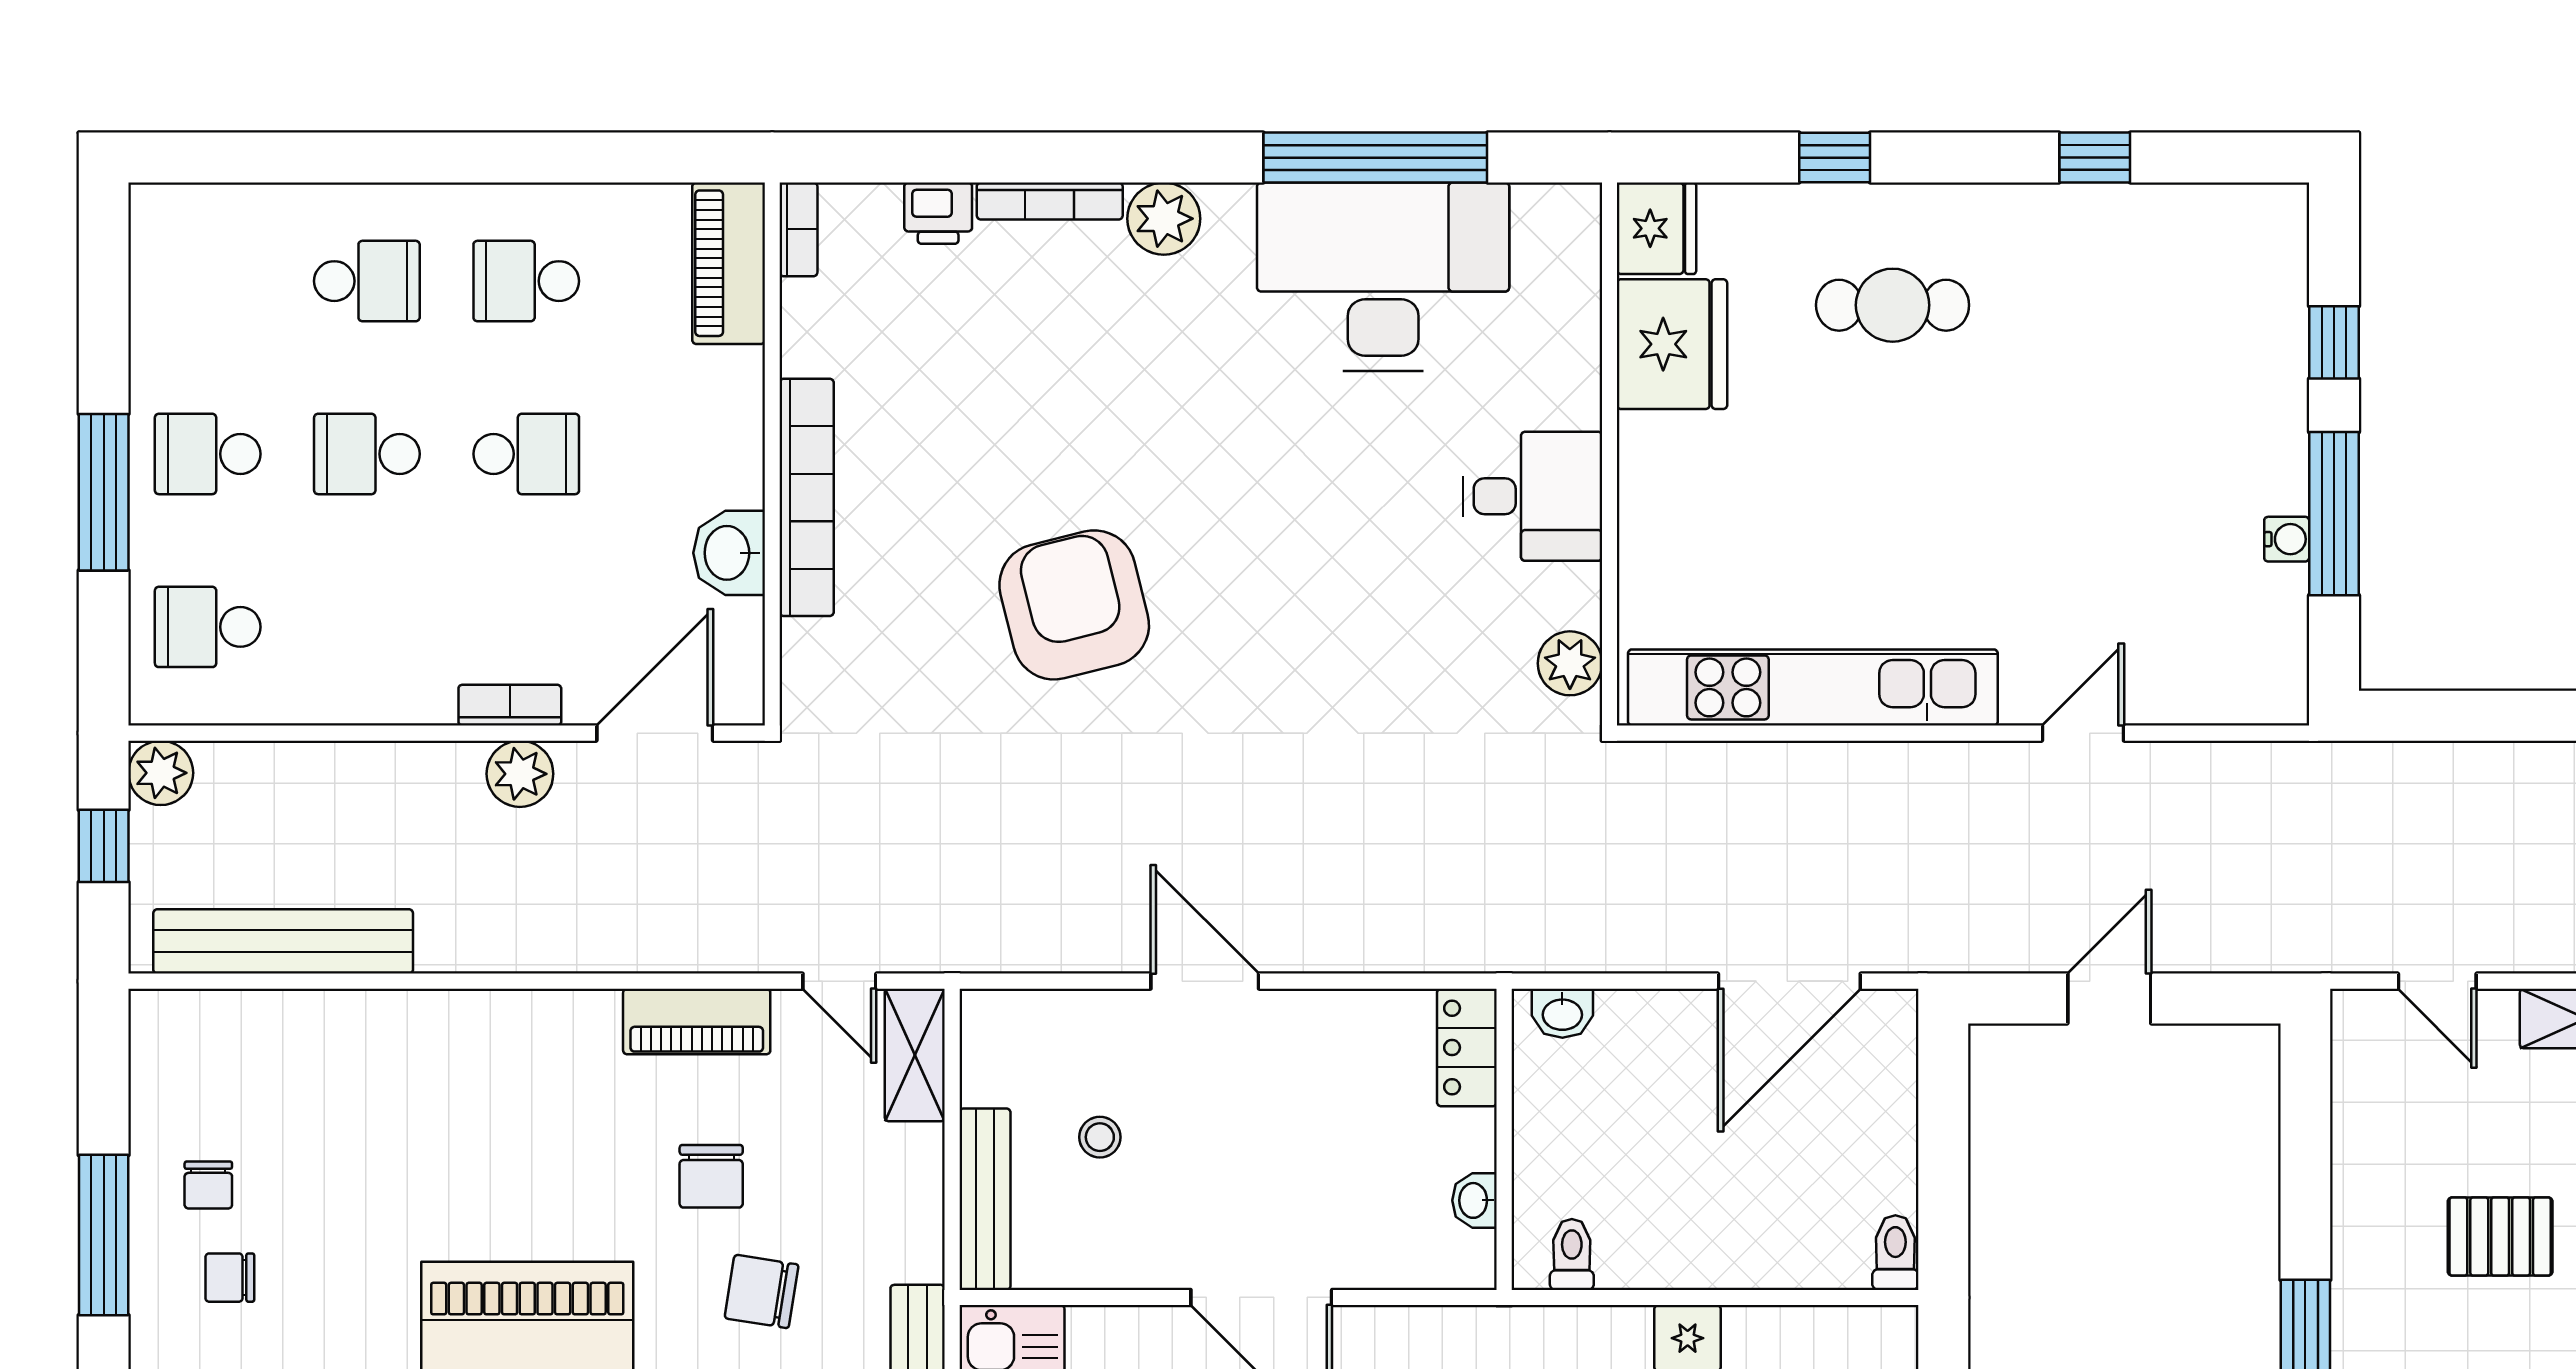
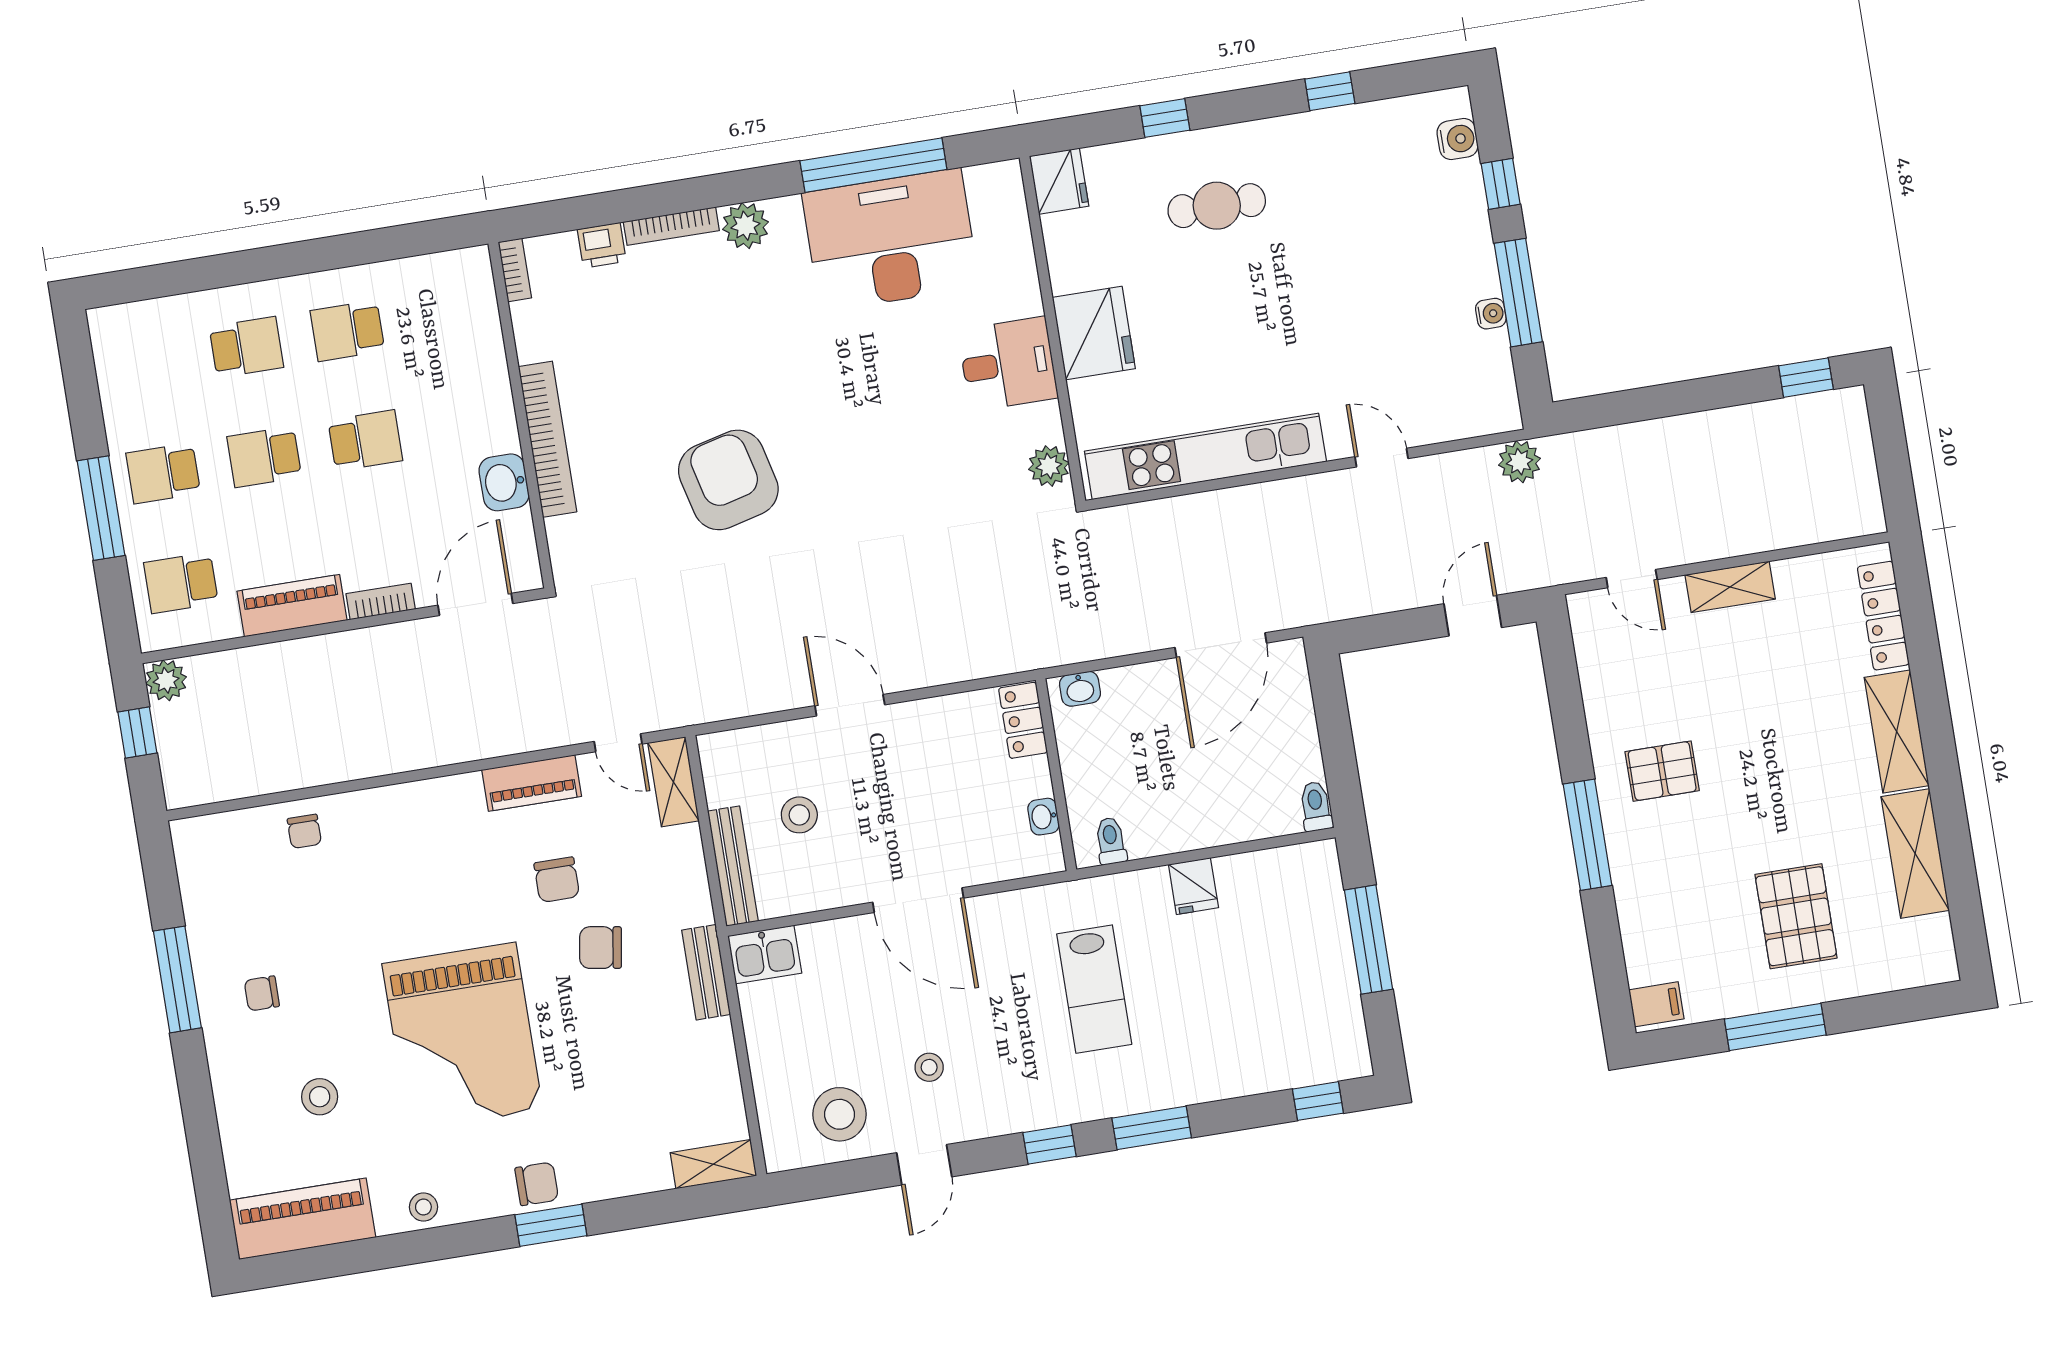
piano: (729, 263) -> (292, 606), moved, turned 90
water cooler: (2279, 263) -> (1458, 139), added
fridge: (1672, 344) -> (1094, 333), moved
door: (2083, 733) -> (1381, 458), hinge flipped
plant: (520, 774) -> (1520, 462), moved
bench: (283, 941) -> (261, 775), removed
door: (2109, 999) -> (1473, 616), moved
stool: (1100, 1137) -> (799, 815), width x1.37, depth x1.37
chair: (208, 1185) -> (304, 831), moved
pallet: (2500, 1236) -> (1662, 771), moved

